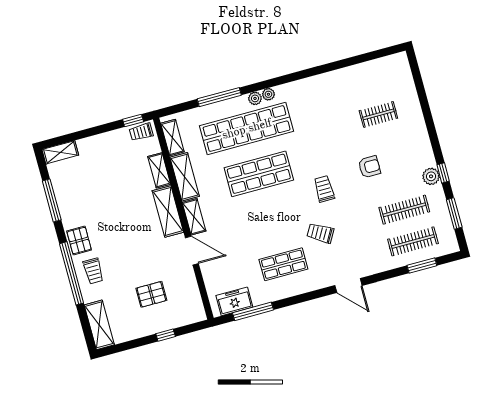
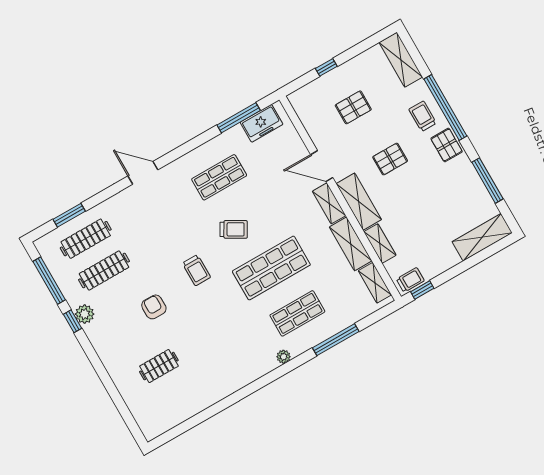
plant: (255, 98) -> (297, 348), removed
shop shelf: (247, 129) -> (297, 313), width x0.50, depth x0.74
shelving: (60, 152) -> (482, 237), width x1.50, depth x1.33
armchair: (369, 167) -> (154, 307), turned 90
window: (454, 213) -> (49, 281), width x1.44
trolley: (320, 233) -> (234, 229), moved
pallet: (131, 241) -> (390, 159), added

